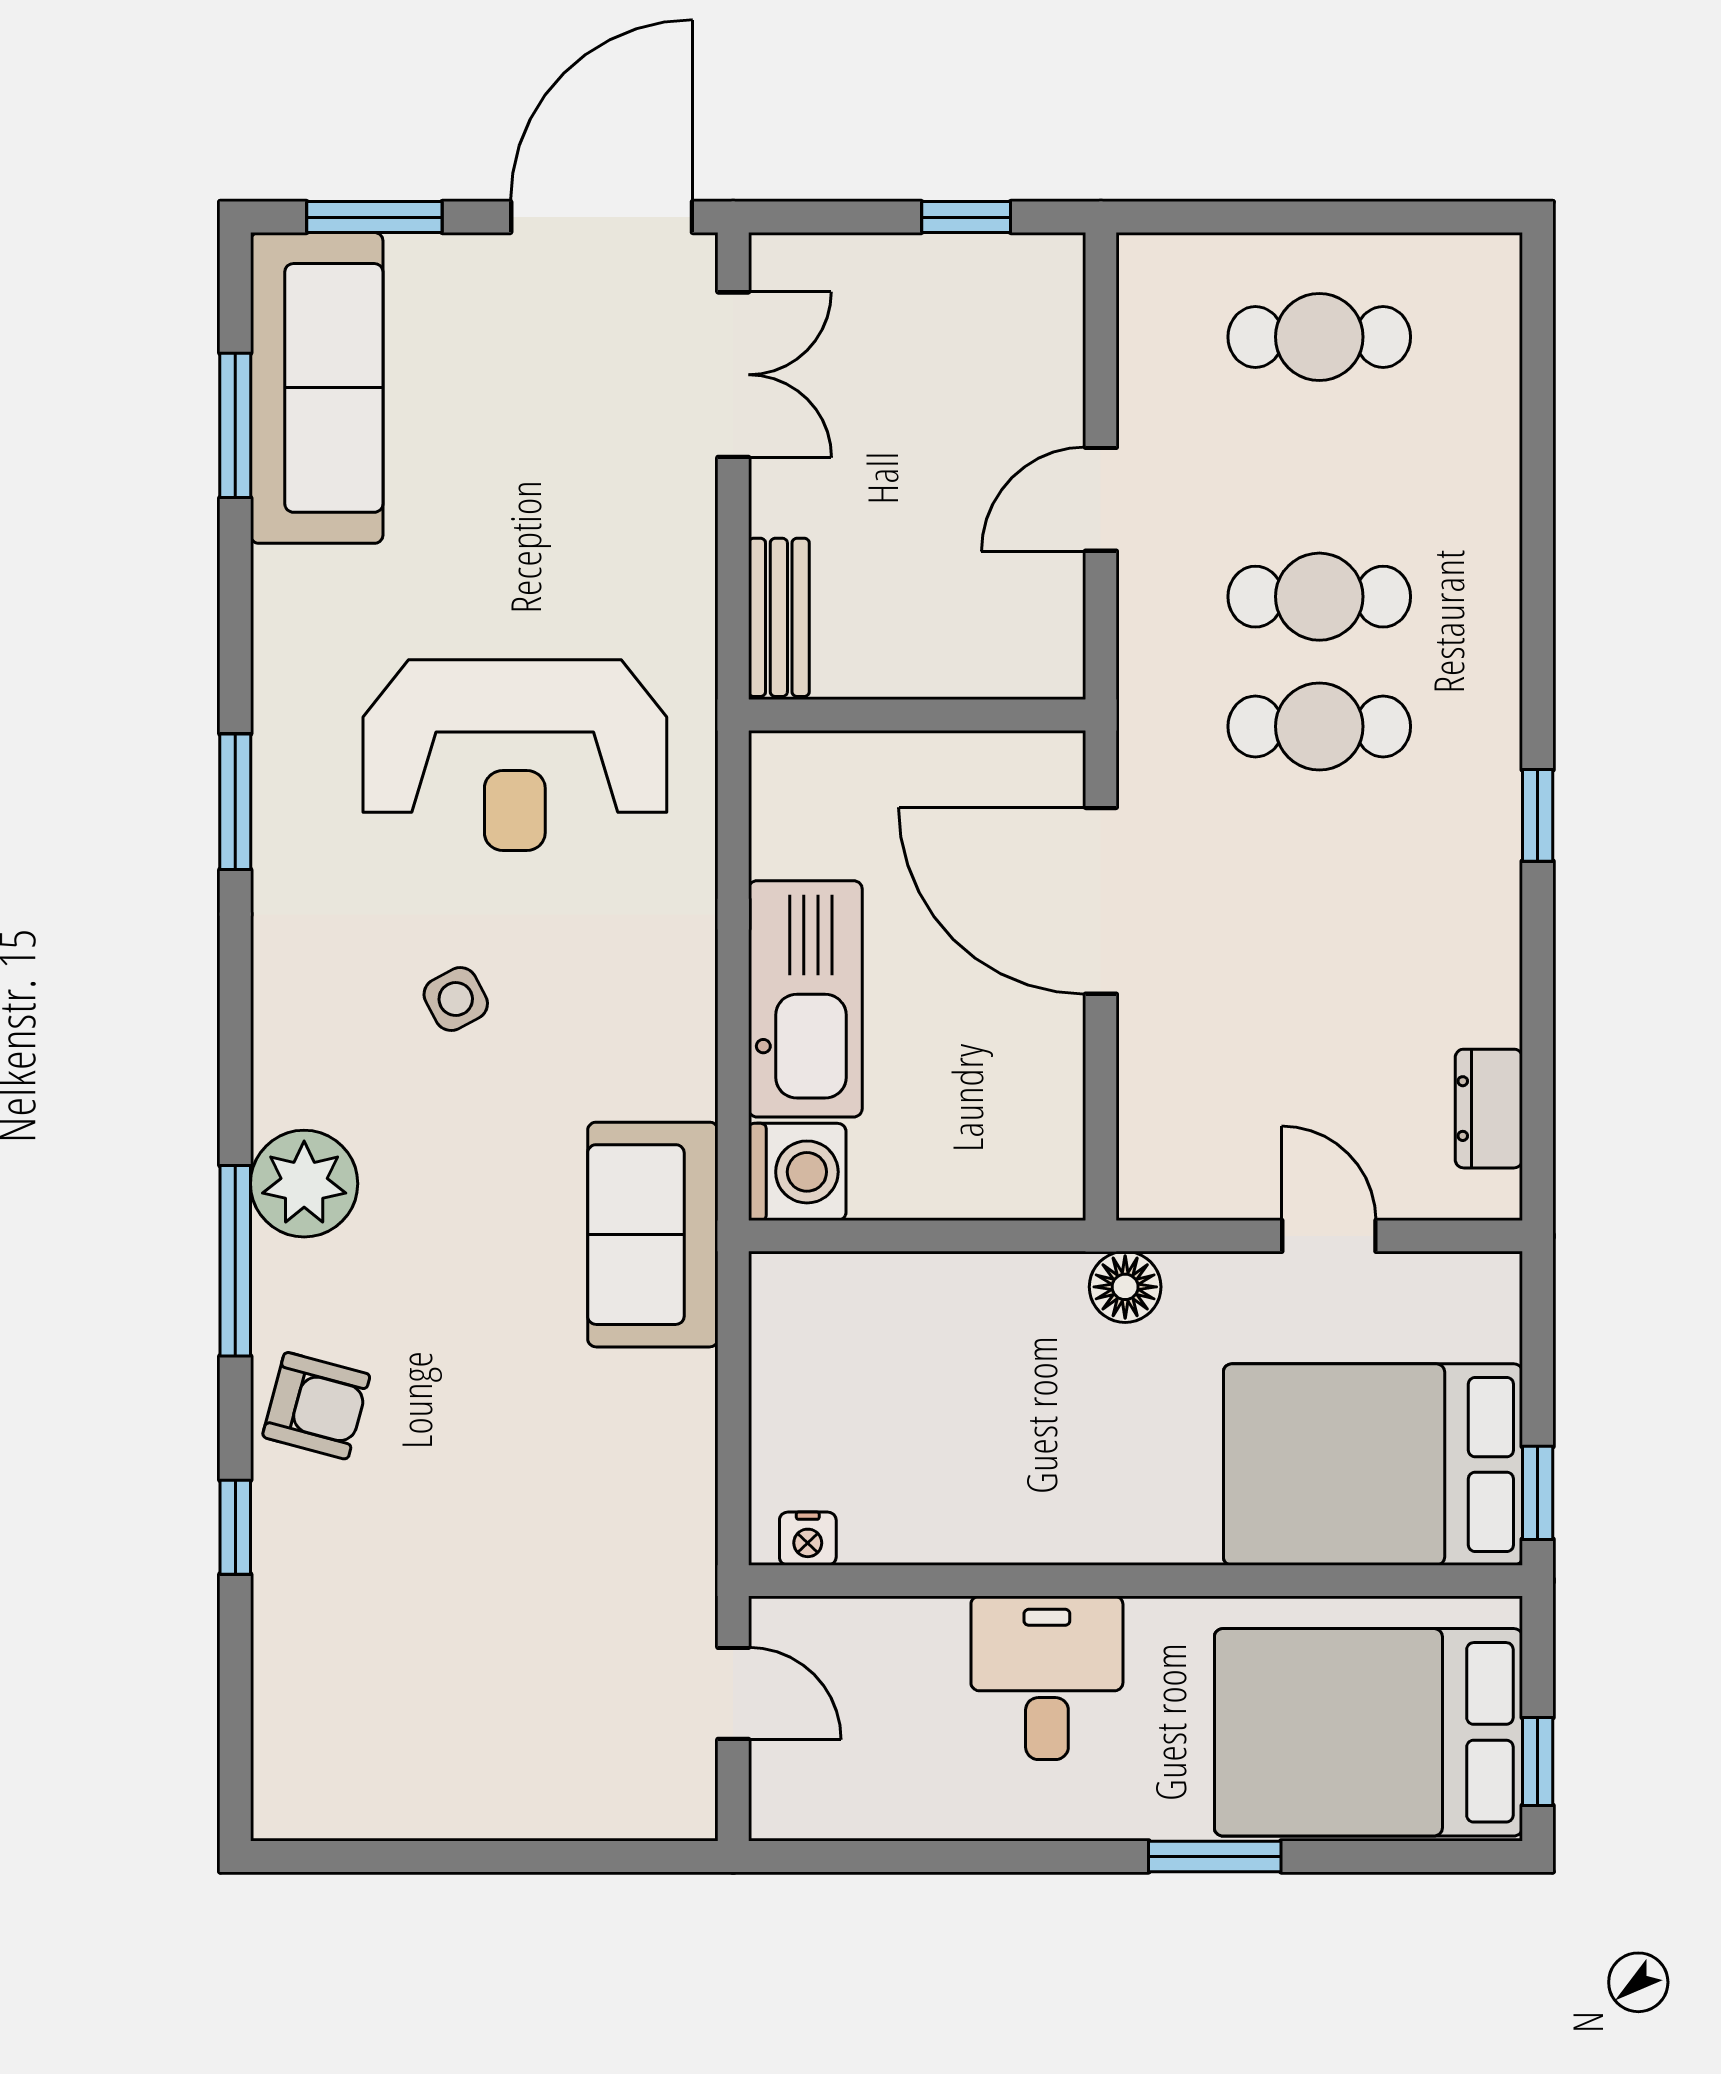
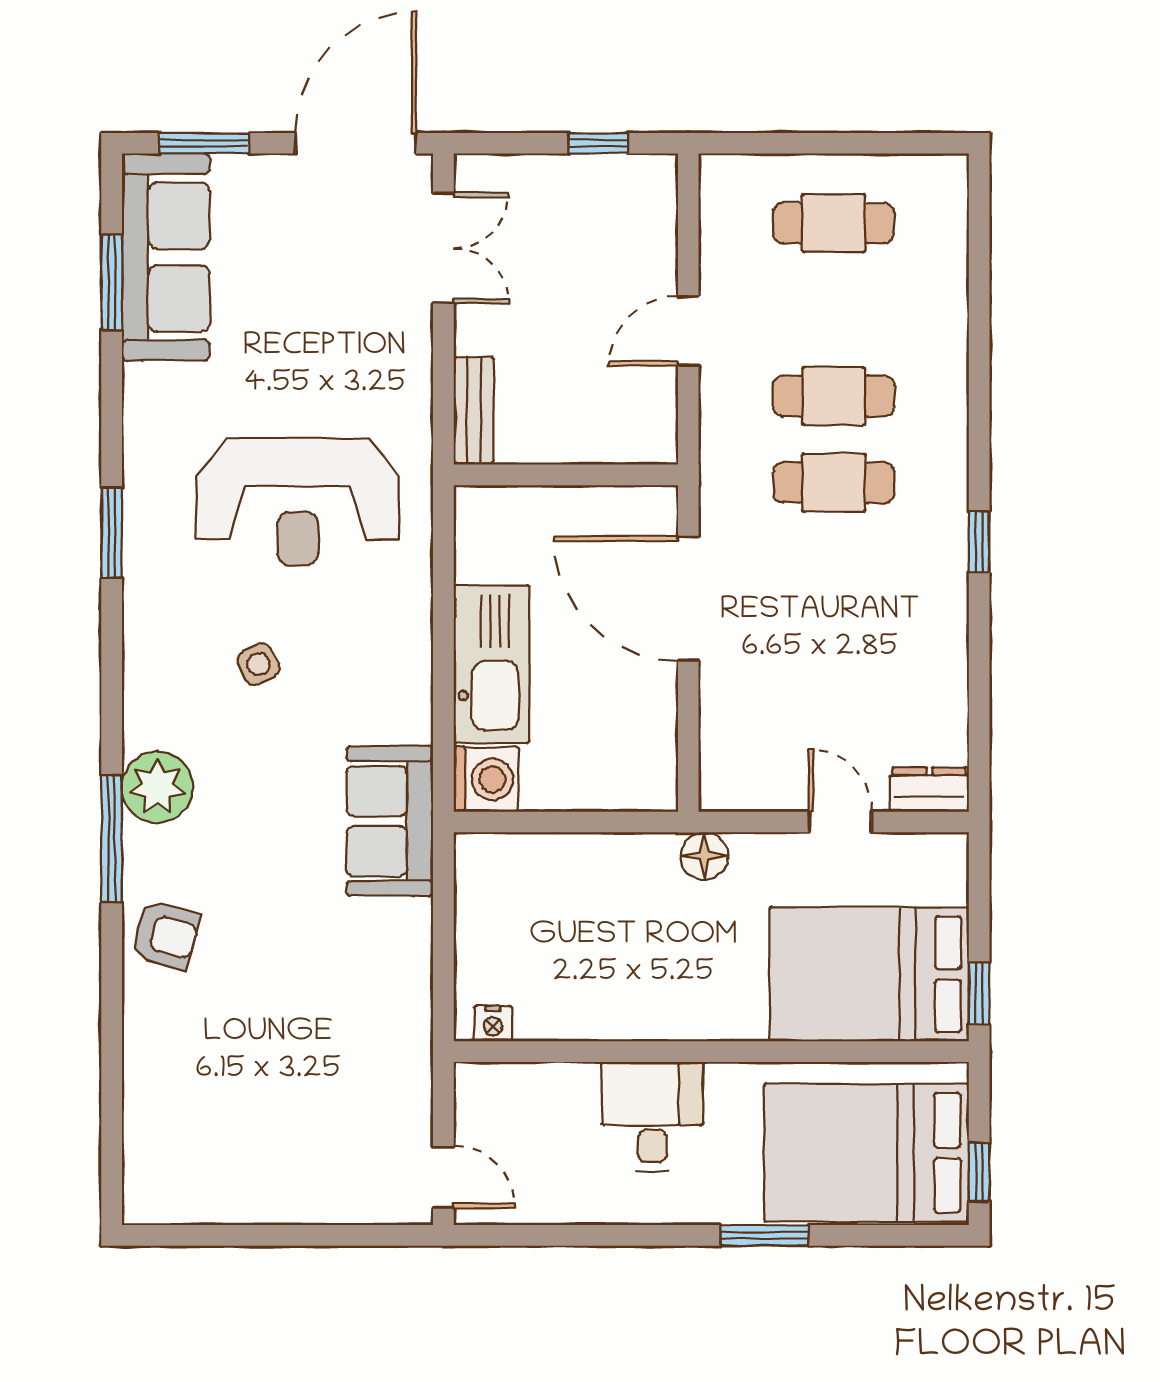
dresser: (1489, 1109) -> (929, 789), moved, turned 90
window: (235, 1527) -> (112, 1016), removed
door: (733, 1693) -> (443, 1177), moved

